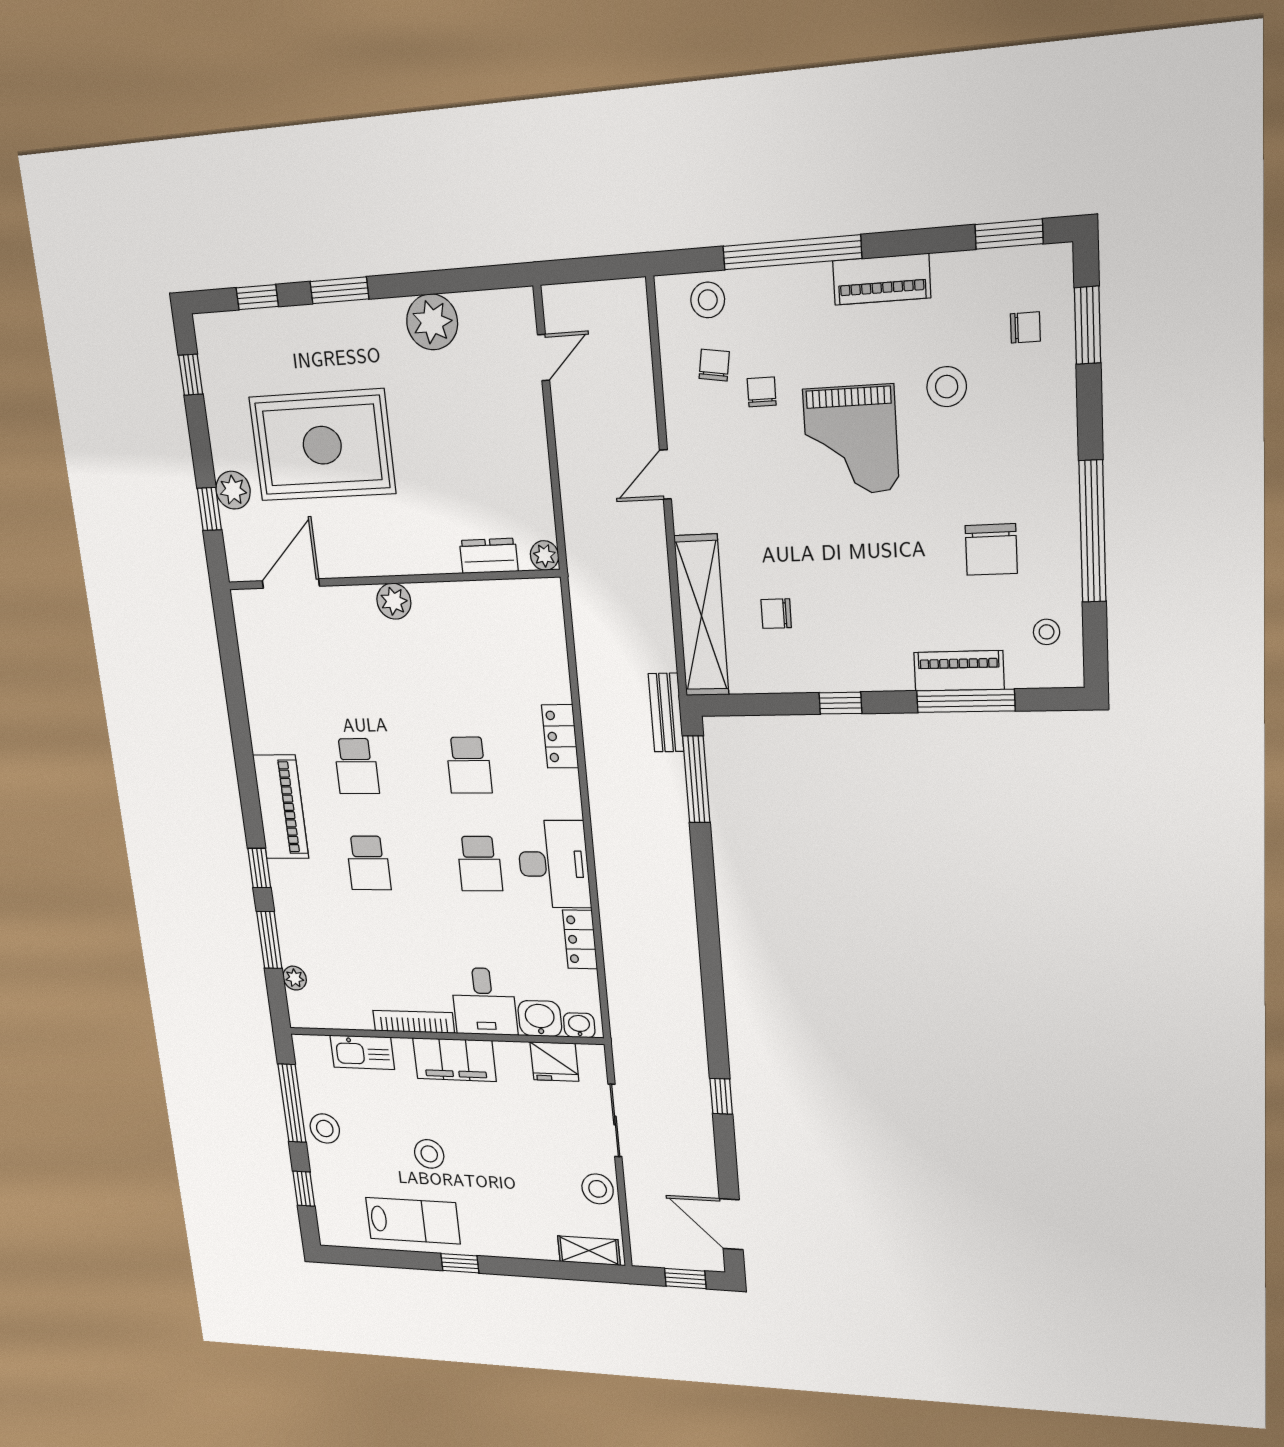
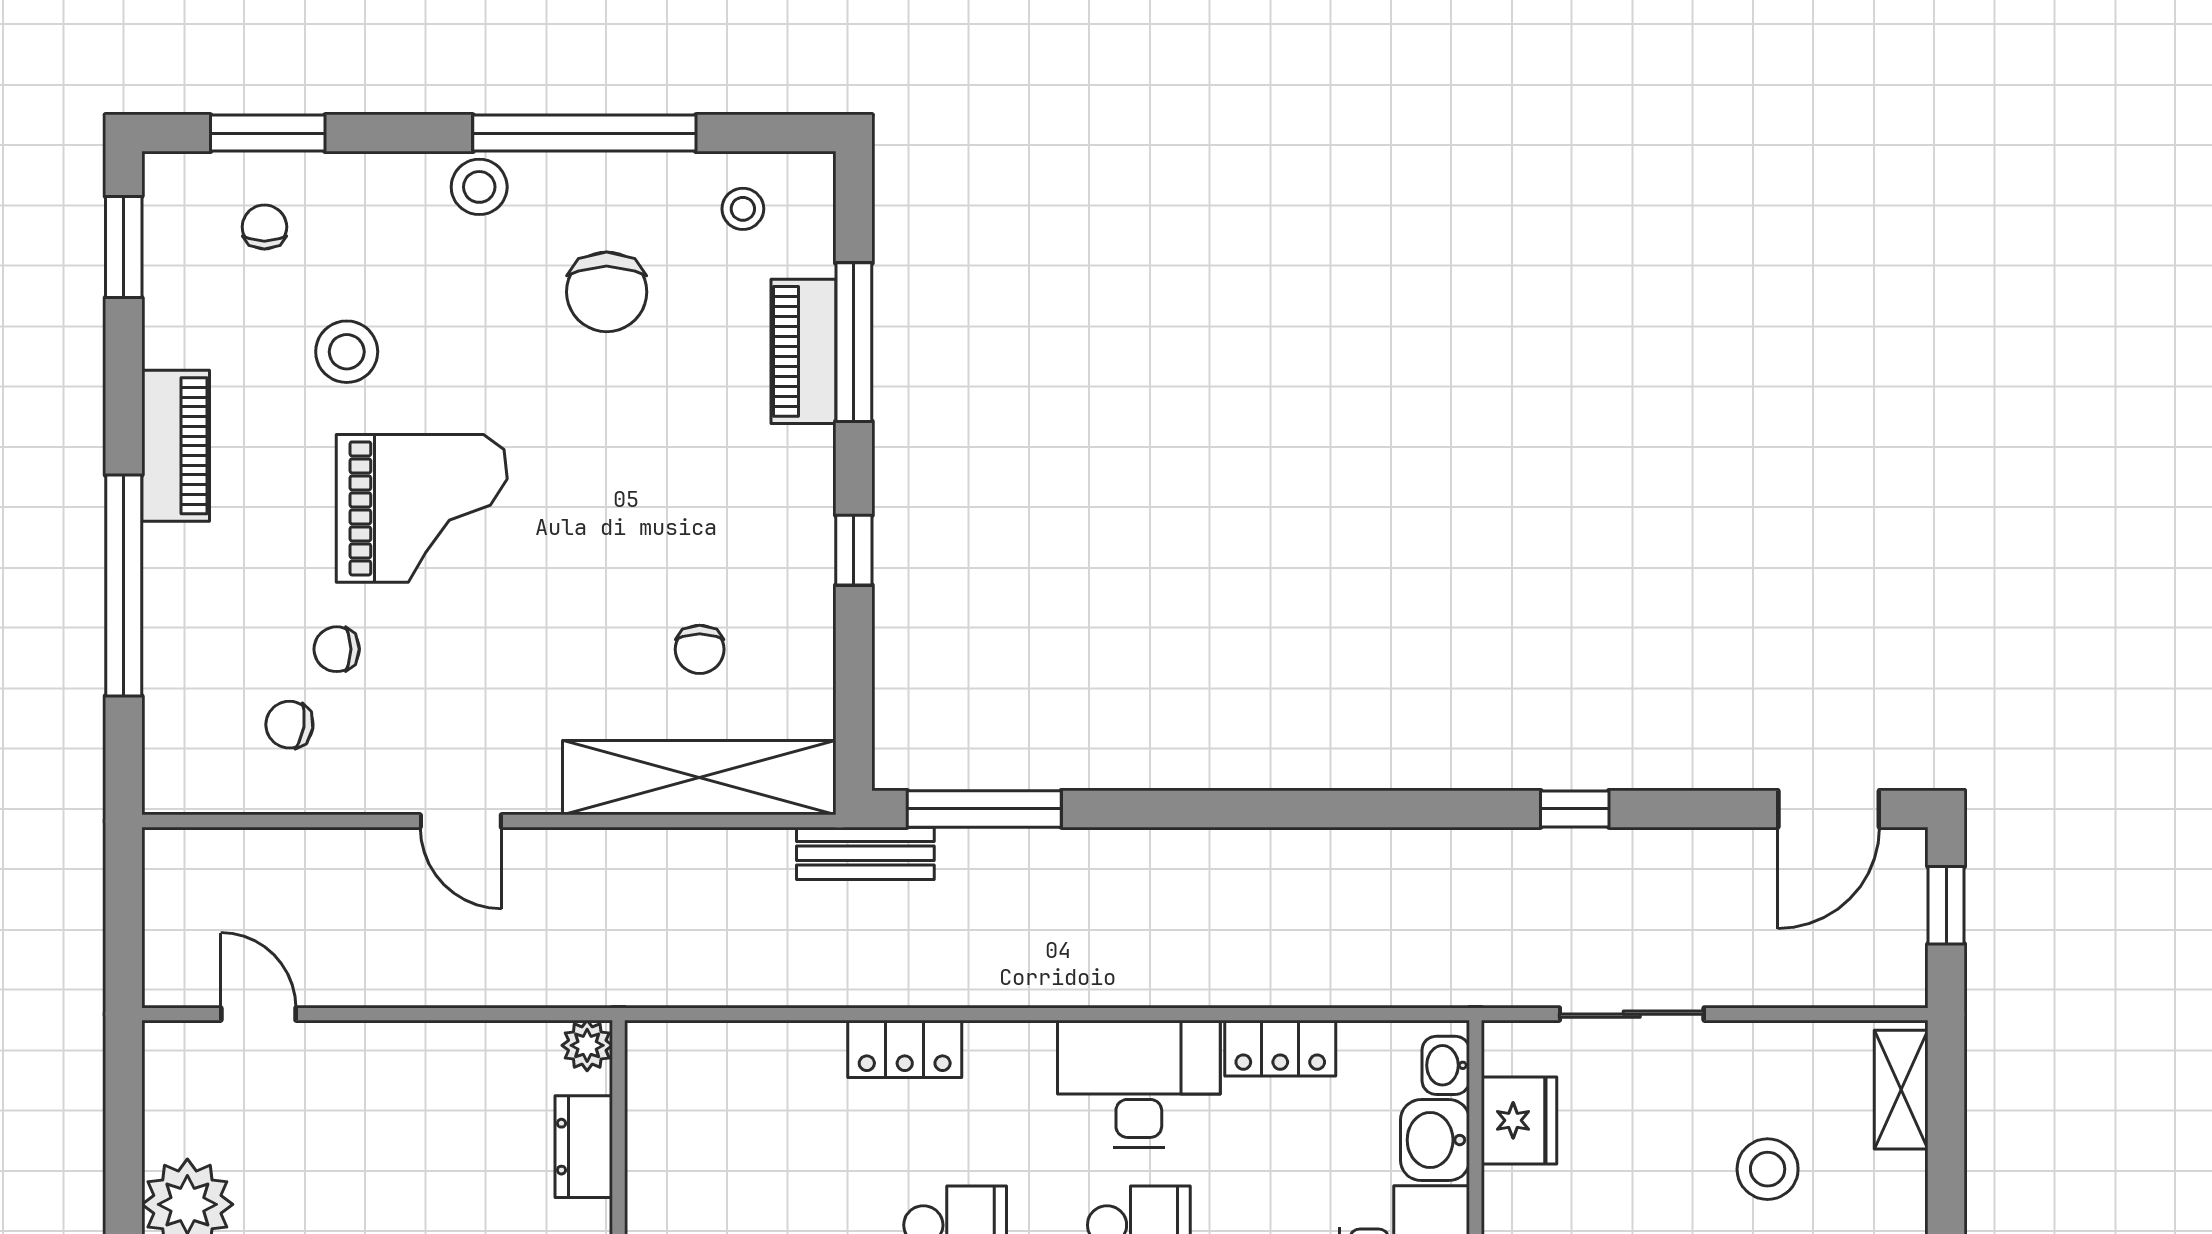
stool: (708, 300) -> (479, 187), moved
chair: (991, 549) -> (607, 292), turned 90
stool: (598, 1189) -> (1768, 1169), moved

